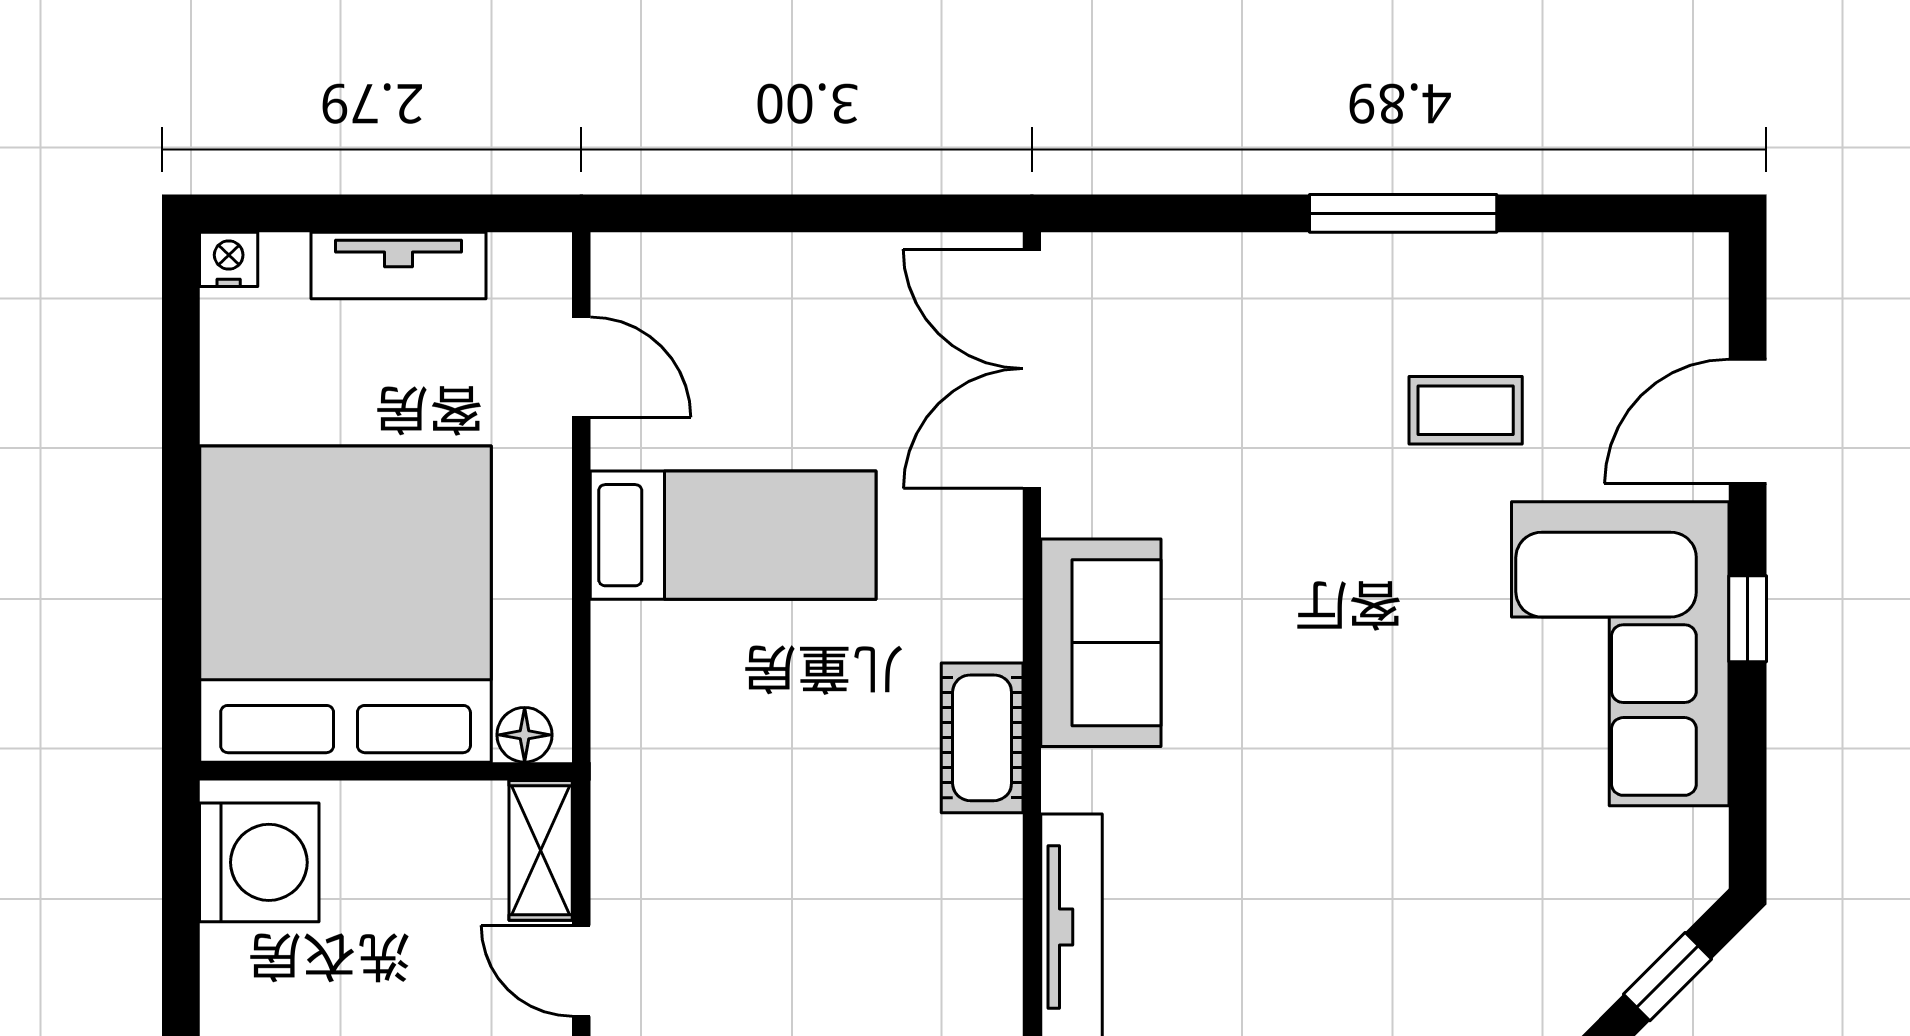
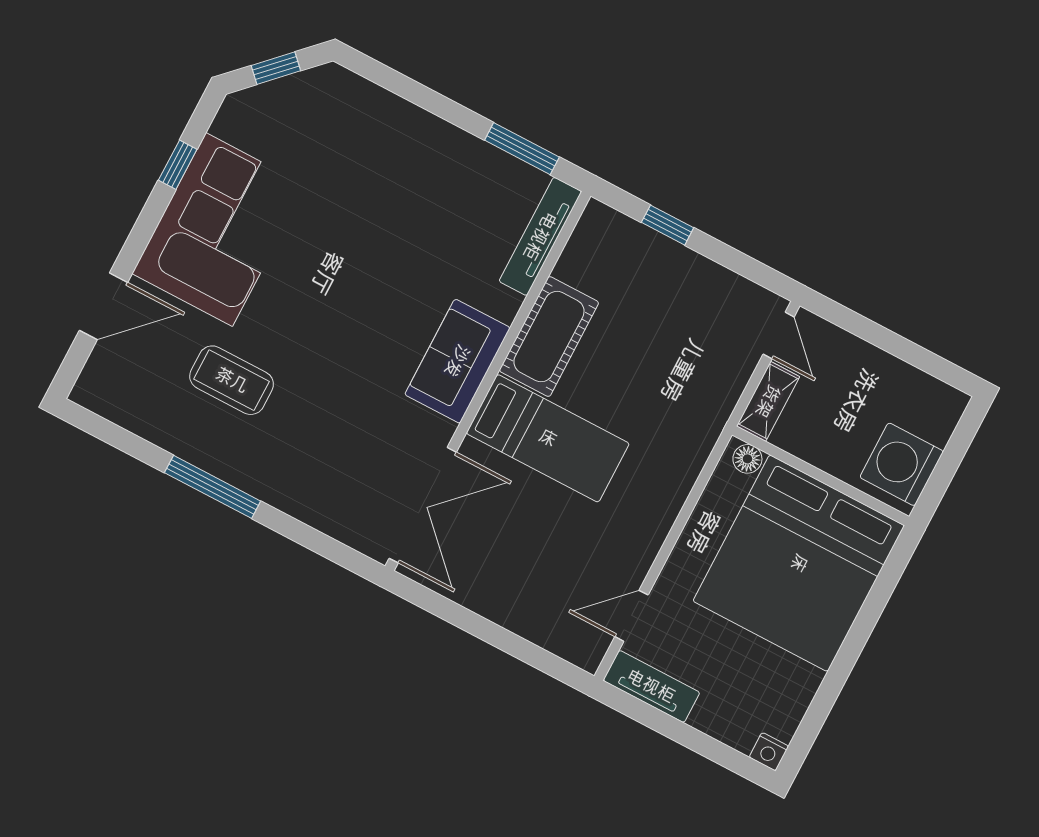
tv unit: (398, 265) -> (651, 686), moved
door: (581, 367) -> (631, 616), hinge flipped
coffee table: (1466, 410) -> (232, 380), width x1.36, depth x1.30
bed: (733, 535) -> (548, 438), moved, turned 180
window: (1748, 619) -> (178, 165), moved
cot: (982, 738) -> (549, 337), width x1.37, depth x1.34

